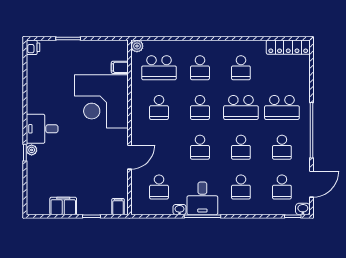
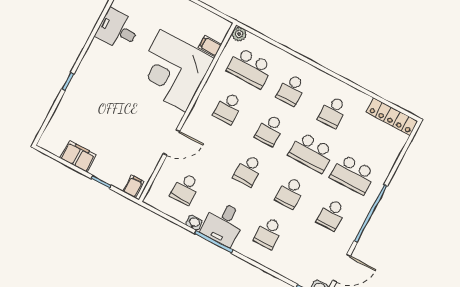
desk: (42, 129) -> (118, 30), moved
plant: (32, 150) -> (76, 82), removed
school desk: (282, 187) -> (310, 255), removed

